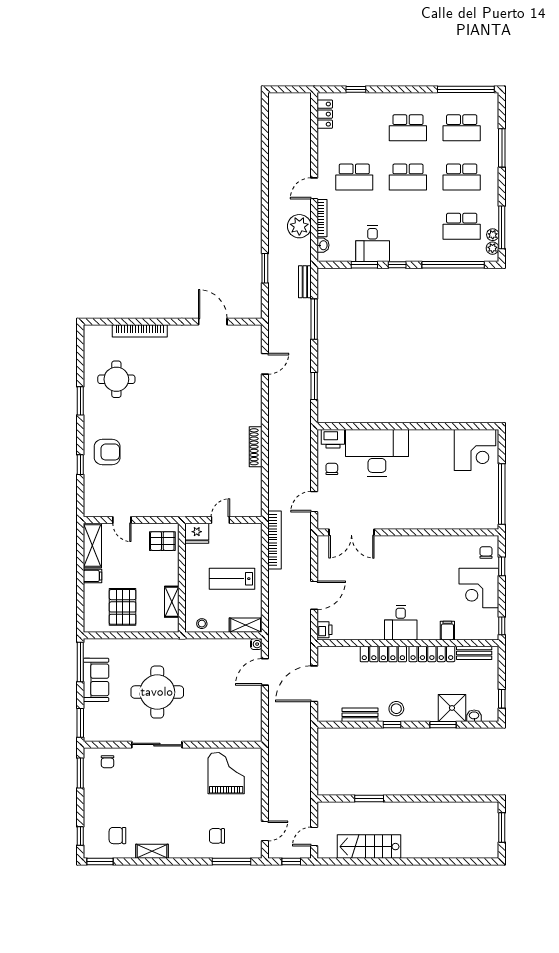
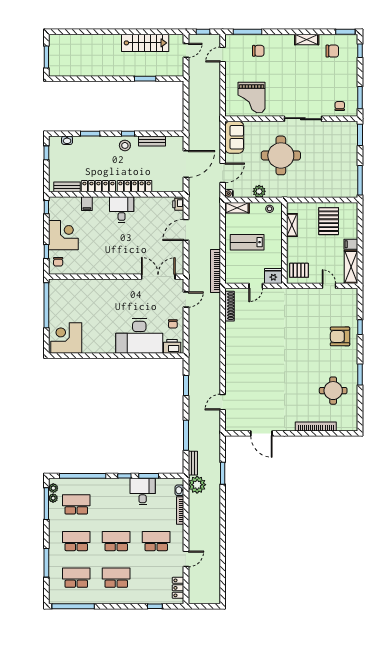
door: (314, 188) -> (186, 559), moved
plant: (299, 226) -> (197, 485), moved
shoe rack: (256, 447) -> (230, 306), moved
lab bench: (232, 579) -> (247, 242), turned 180
plant: (216, 647) -> (259, 191), added
sofa: (96, 680) -> (234, 137), moved, turned 180
round table: (157, 692) -> (281, 155), moved
shower: (452, 708) -> (83, 146), removed

